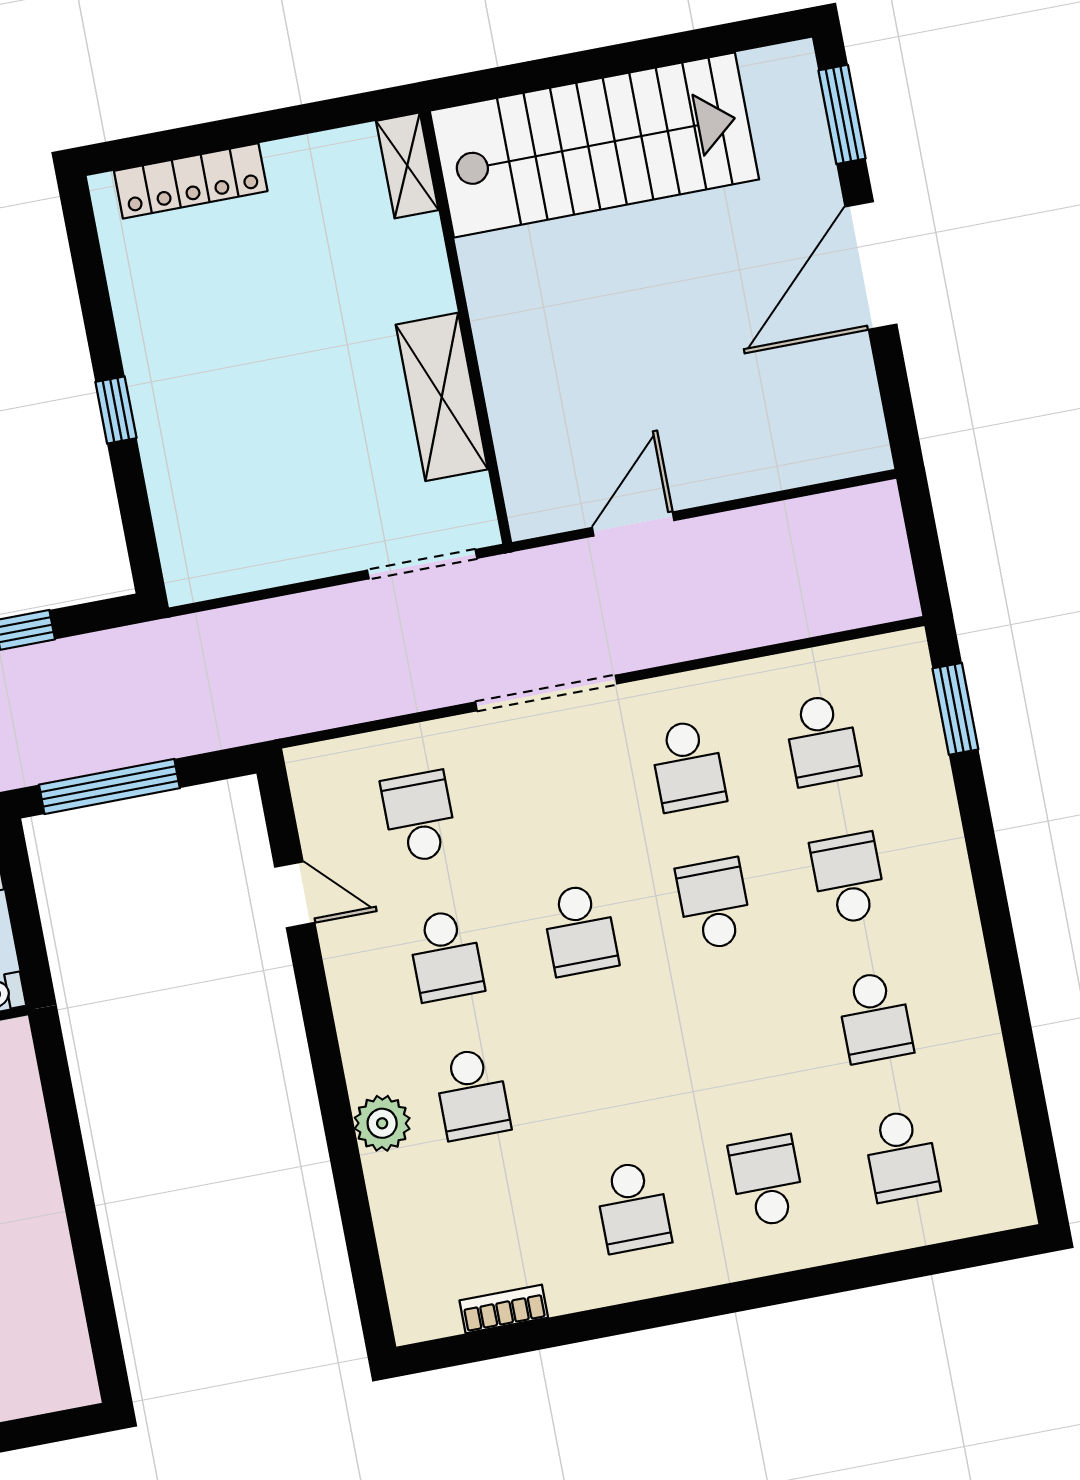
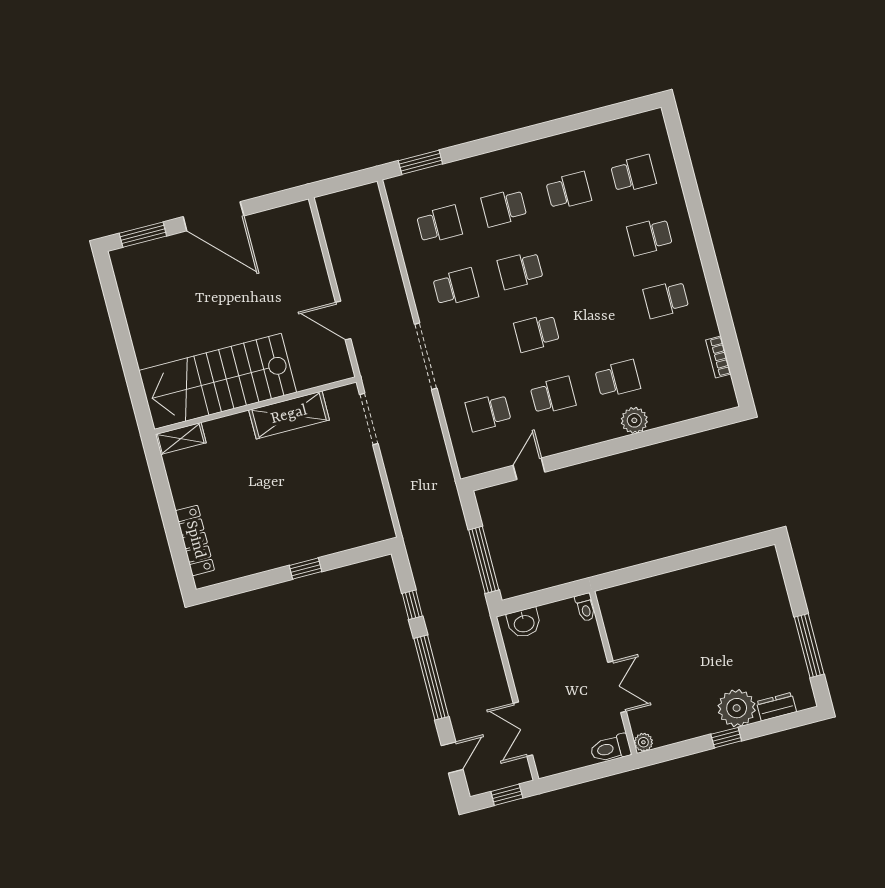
stairs: (594, 145) -> (218, 381), moved, turned -90
school desk: (580, 930) -> (537, 333), turned 180
school desk: (633, 1207) -> (666, 299), turned 180

